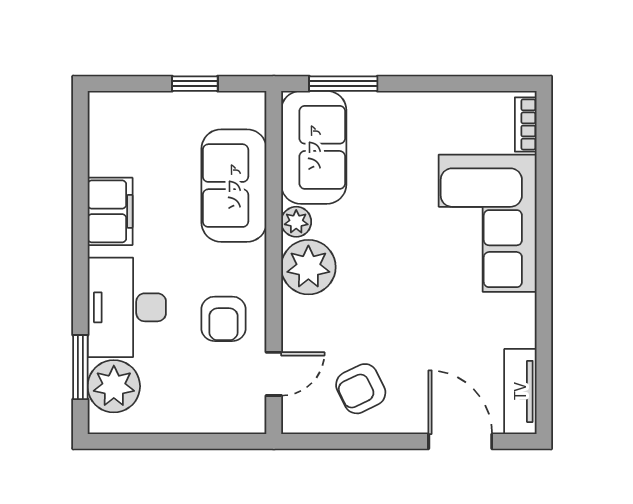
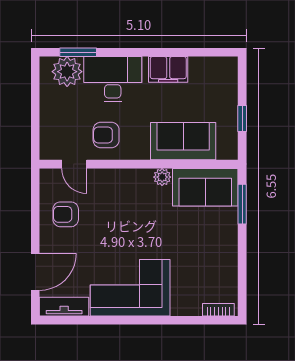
corner sofa: (488, 223) -> (130, 288), moved
plant: (308, 267) -> (136, 184), removed
armchair: (361, 389) -> (66, 214), turned -64

